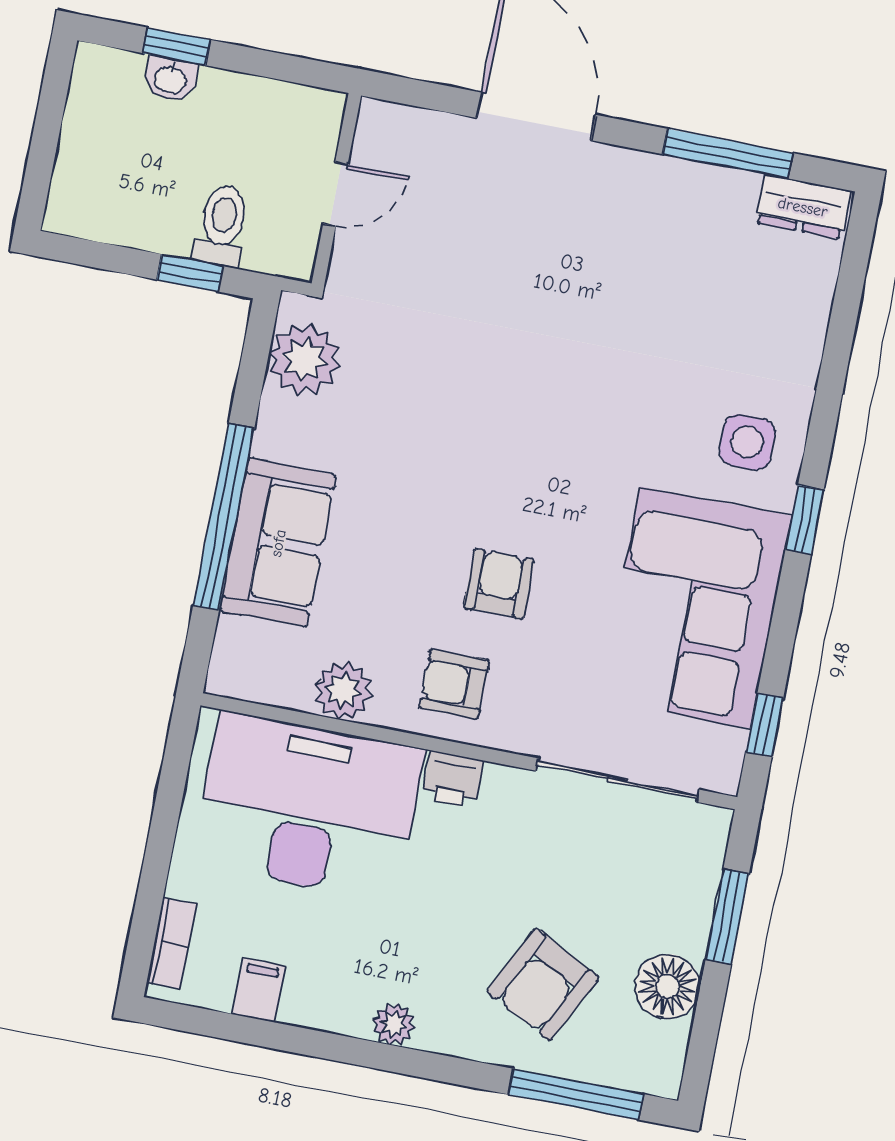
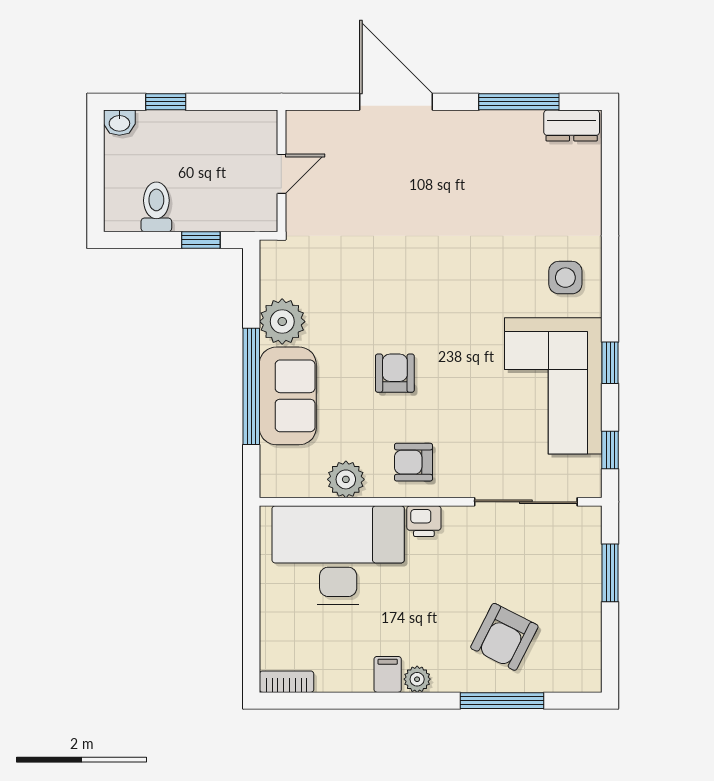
washbasin: (171, 79) -> (119, 123), moved
toilet: (222, 226) -> (156, 207), moved
plant: (305, 359) -> (282, 322), moved
window: (804, 520) -> (610, 363), moved
armchair: (499, 584) -> (395, 373), moved
bookcase: (172, 943) -> (287, 682), moved, turned -90
floor lamp: (668, 986) -> (582, 623), removed
filing cabinet: (259, 990) -> (388, 674), moved
window: (576, 1094) -> (502, 701), moved

